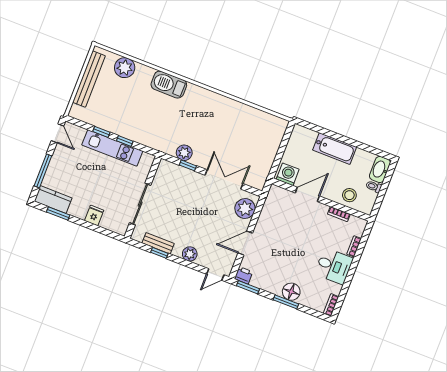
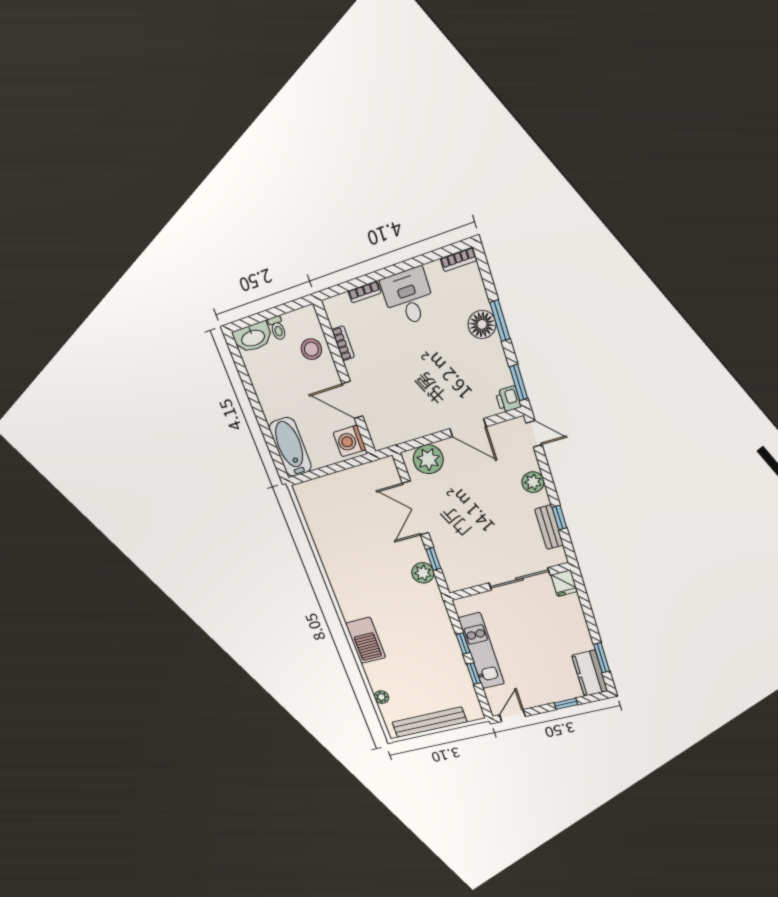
plant: (125, 68) -> (381, 697), width x0.53, depth x0.53
bathtub: (335, 148) -> (290, 447), moved
window: (43, 171) -> (566, 704), width x0.46
fridge: (94, 215) -> (564, 583), moved, turned -90

